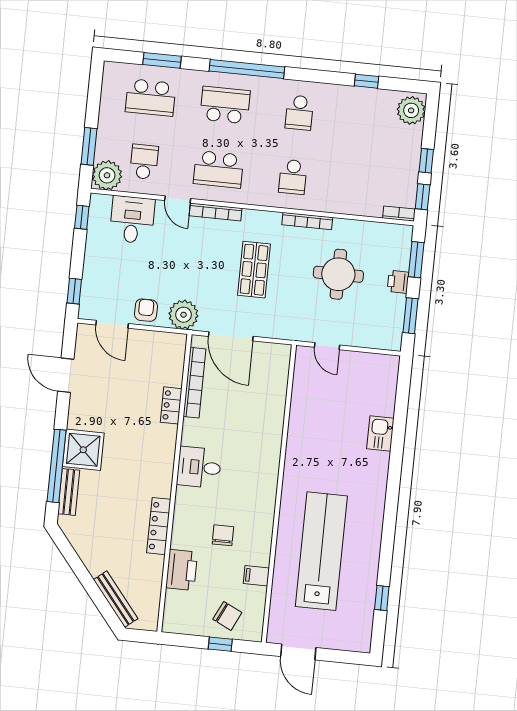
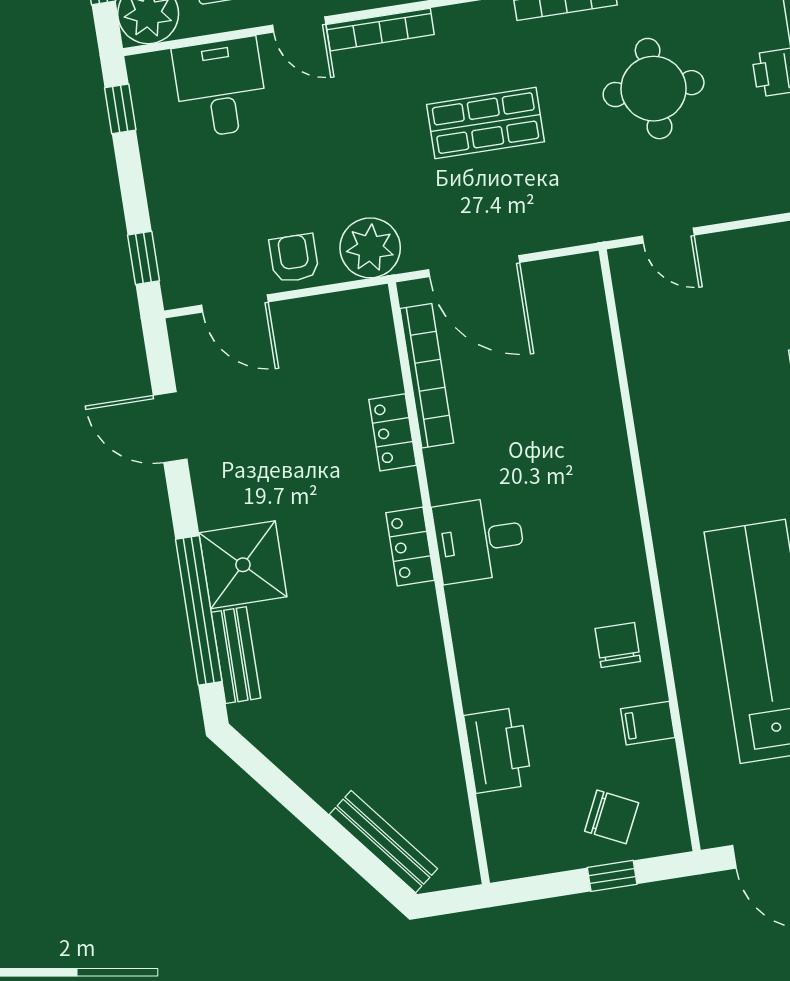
shop shelf: (254, 270) -> (485, 123), turned 90
locker: (159, 526) -> (410, 547), moved, width x0.66
chair: (223, 535) -> (618, 645), moved

